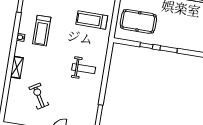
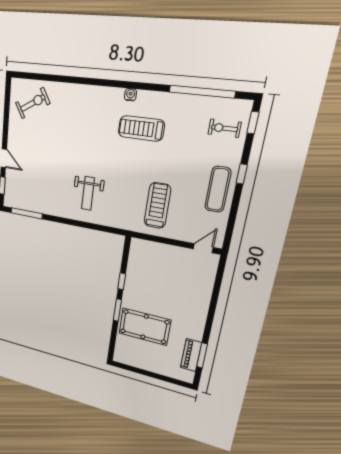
pool table: (138, 21) -> (145, 327), moved, turned 90
shelving: (17, 67) -> (86, 92), removed
exercise bike: (39, 96) -> (33, 103), moved

